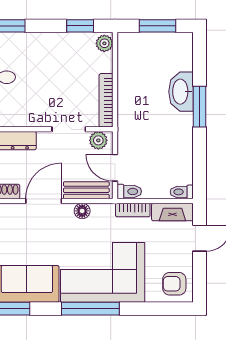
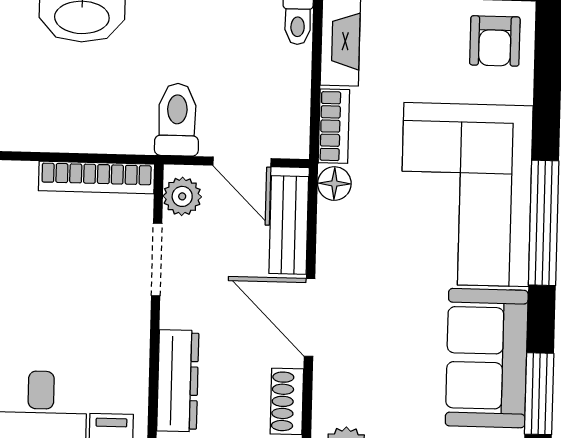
door: (115, 168) -> (242, 162), hinge flipped
toilet: (129, 191) -> (177, 120), moved, width x1.37, depth x1.39
floor lamp: (82, 211) -> (334, 184), moved

